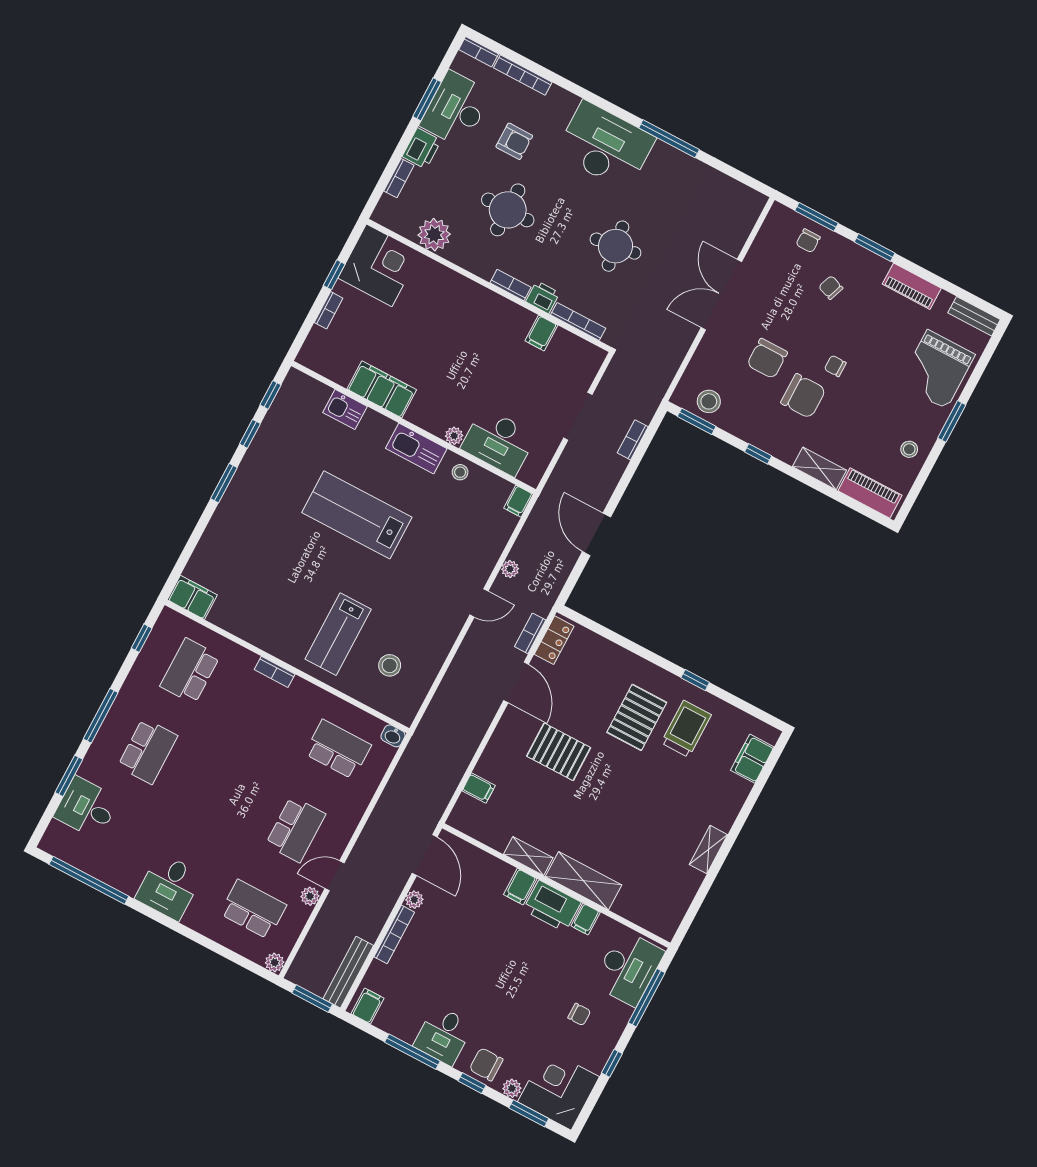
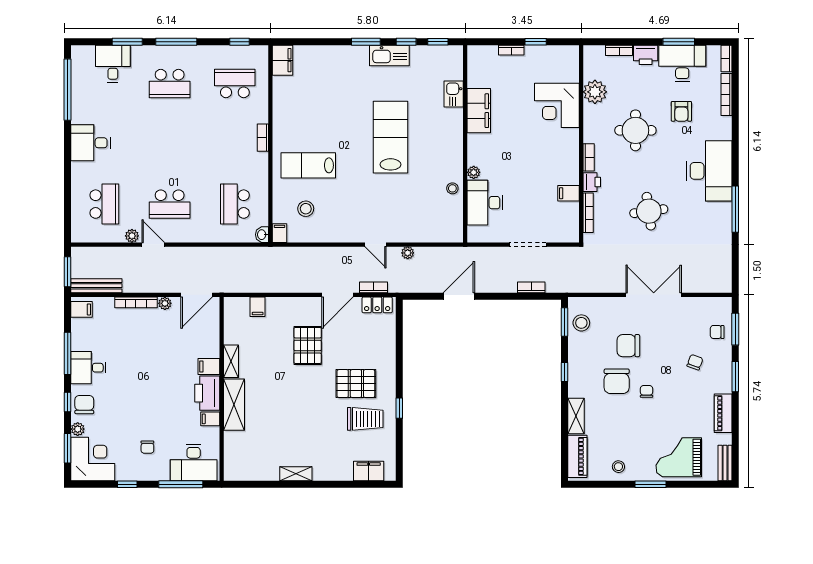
corner desk: (379, 265) -> (557, 105), moved, turned 90
kitchen sink: (416, 449) -> (389, 55), moved, turned -90
filing cabinet: (519, 501) -> (279, 233), moved, turned 90
school desk: (338, 749) -> (235, 204), turned 180
plant: (275, 962) -> (78, 236), removed

